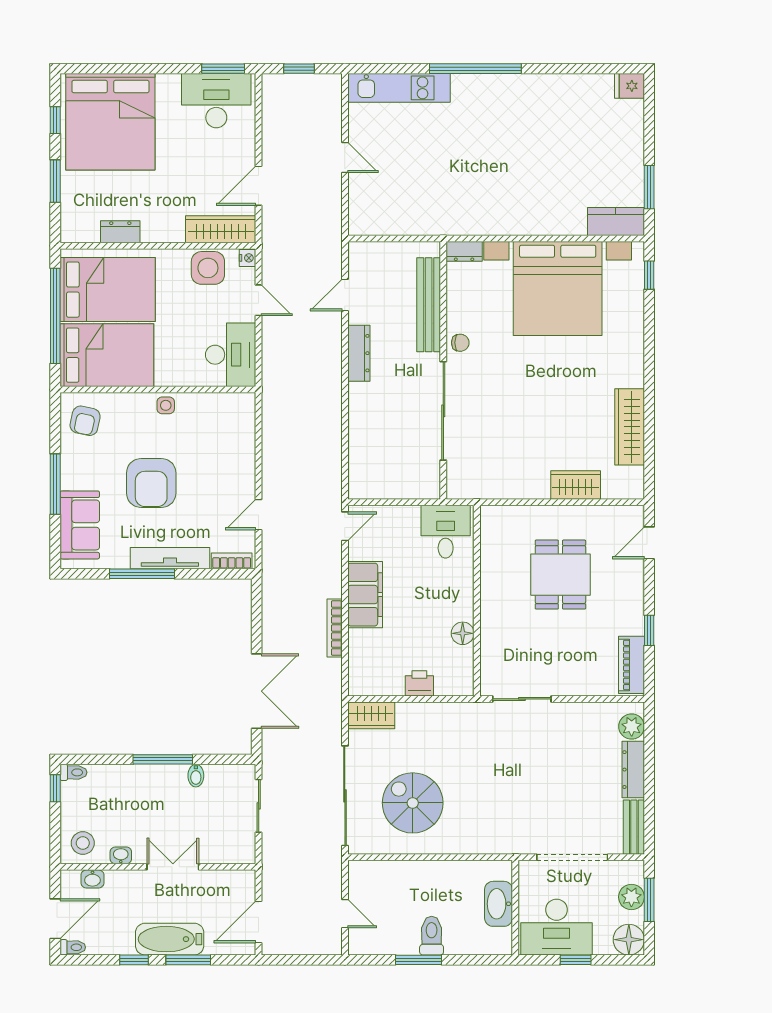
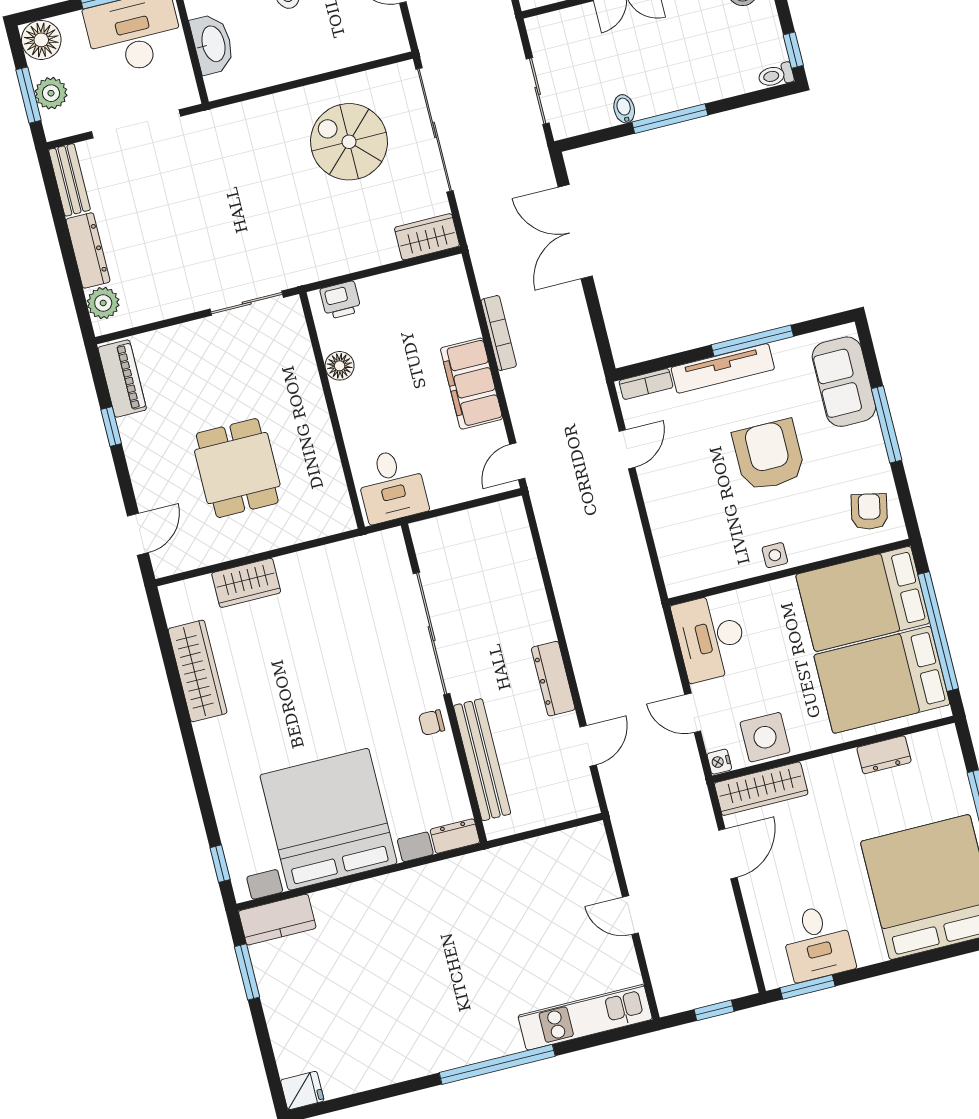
desk: (216, 101) -> (818, 943), width x0.73
printer: (419, 683) -> (341, 300), moved
spiral stairs: (413, 803) -> (349, 142), turned 180

